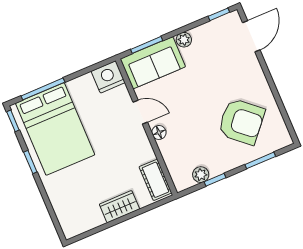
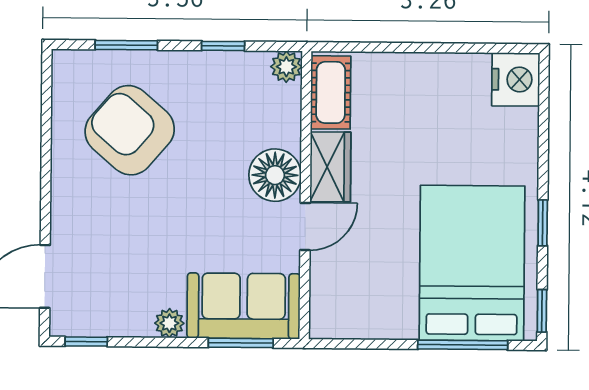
nightstand: (108, 77) -> (516, 79), moved, turned -90
door: (140, 112) -> (305, 227), swing flipped
floor lamp: (159, 132) -> (275, 175), width x1.89, depth x1.89
plant: (201, 175) -> (286, 67), moved
wardrobe: (119, 207) -> (330, 167), moved, turned -90

